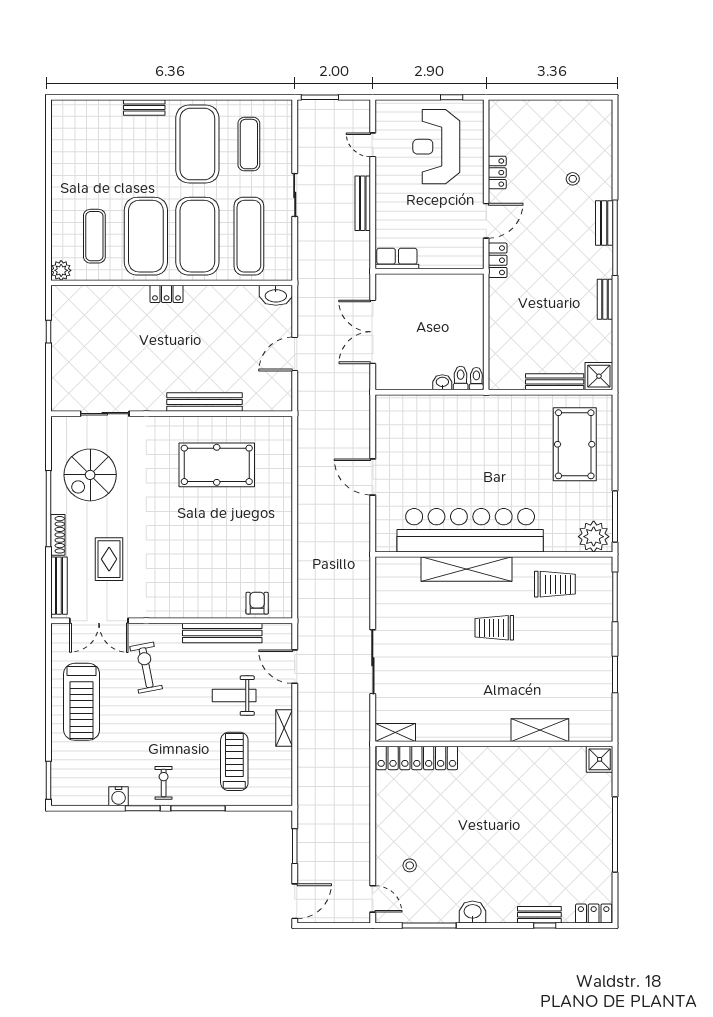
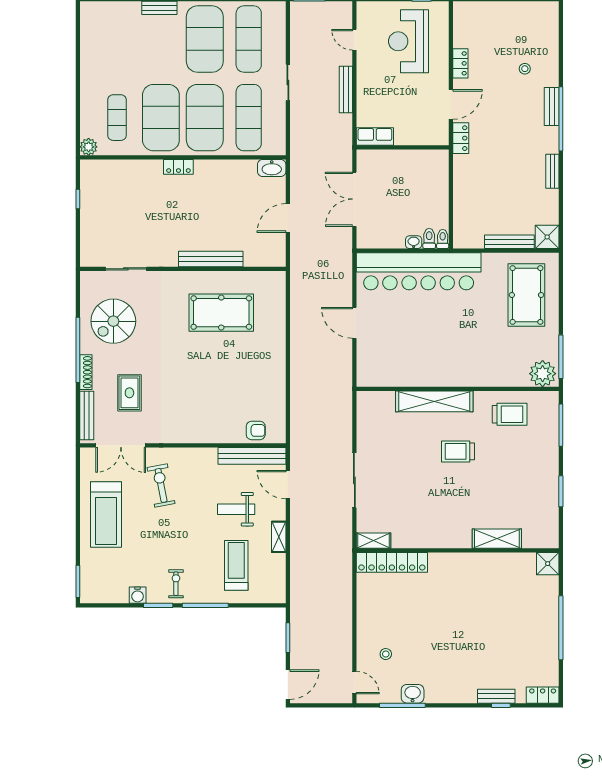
exercise mat: (249, 144) -> (249, 39), width x1.36, depth x1.45
bar counter: (470, 530) -> (419, 271), moved, turned 180
armchair: (257, 603) -> (256, 430), turned 90
bench: (222, 633) -> (252, 456), moved
washbasin: (473, 912) -> (413, 694), moved

